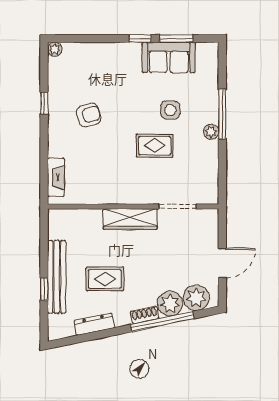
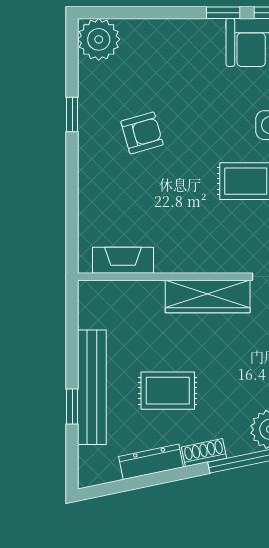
plant: (55, 49) -> (99, 39), width x1.88, depth x1.88
fireplace: (56, 177) -> (123, 260), moved, turned -90
shoe rack: (145, 315) -> (204, 453), moved

